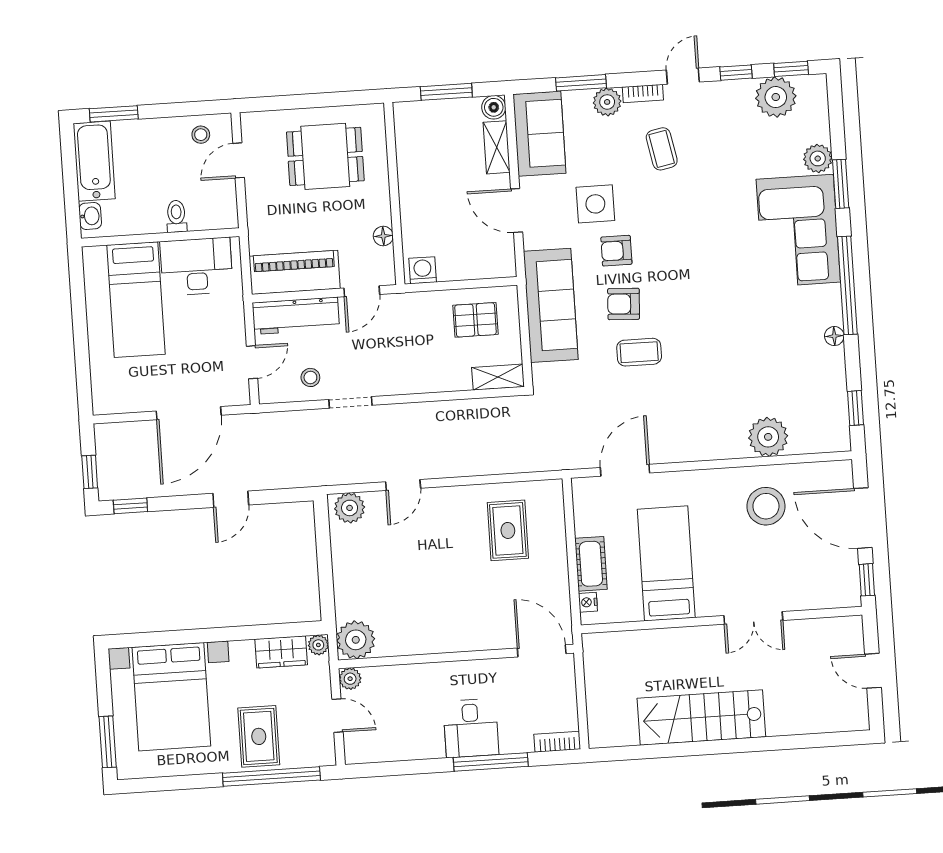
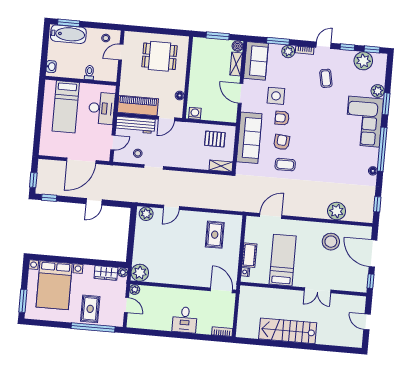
coffee table: (662, 149) -> (326, 78), moved
bathtub: (94, 161) -> (68, 34), moved, turned 90
desk: (196, 267) -> (102, 108), moved, turned 90
armchair: (624, 304) -> (282, 142), turned 92
window: (491, 762) -> (191, 336), removed

